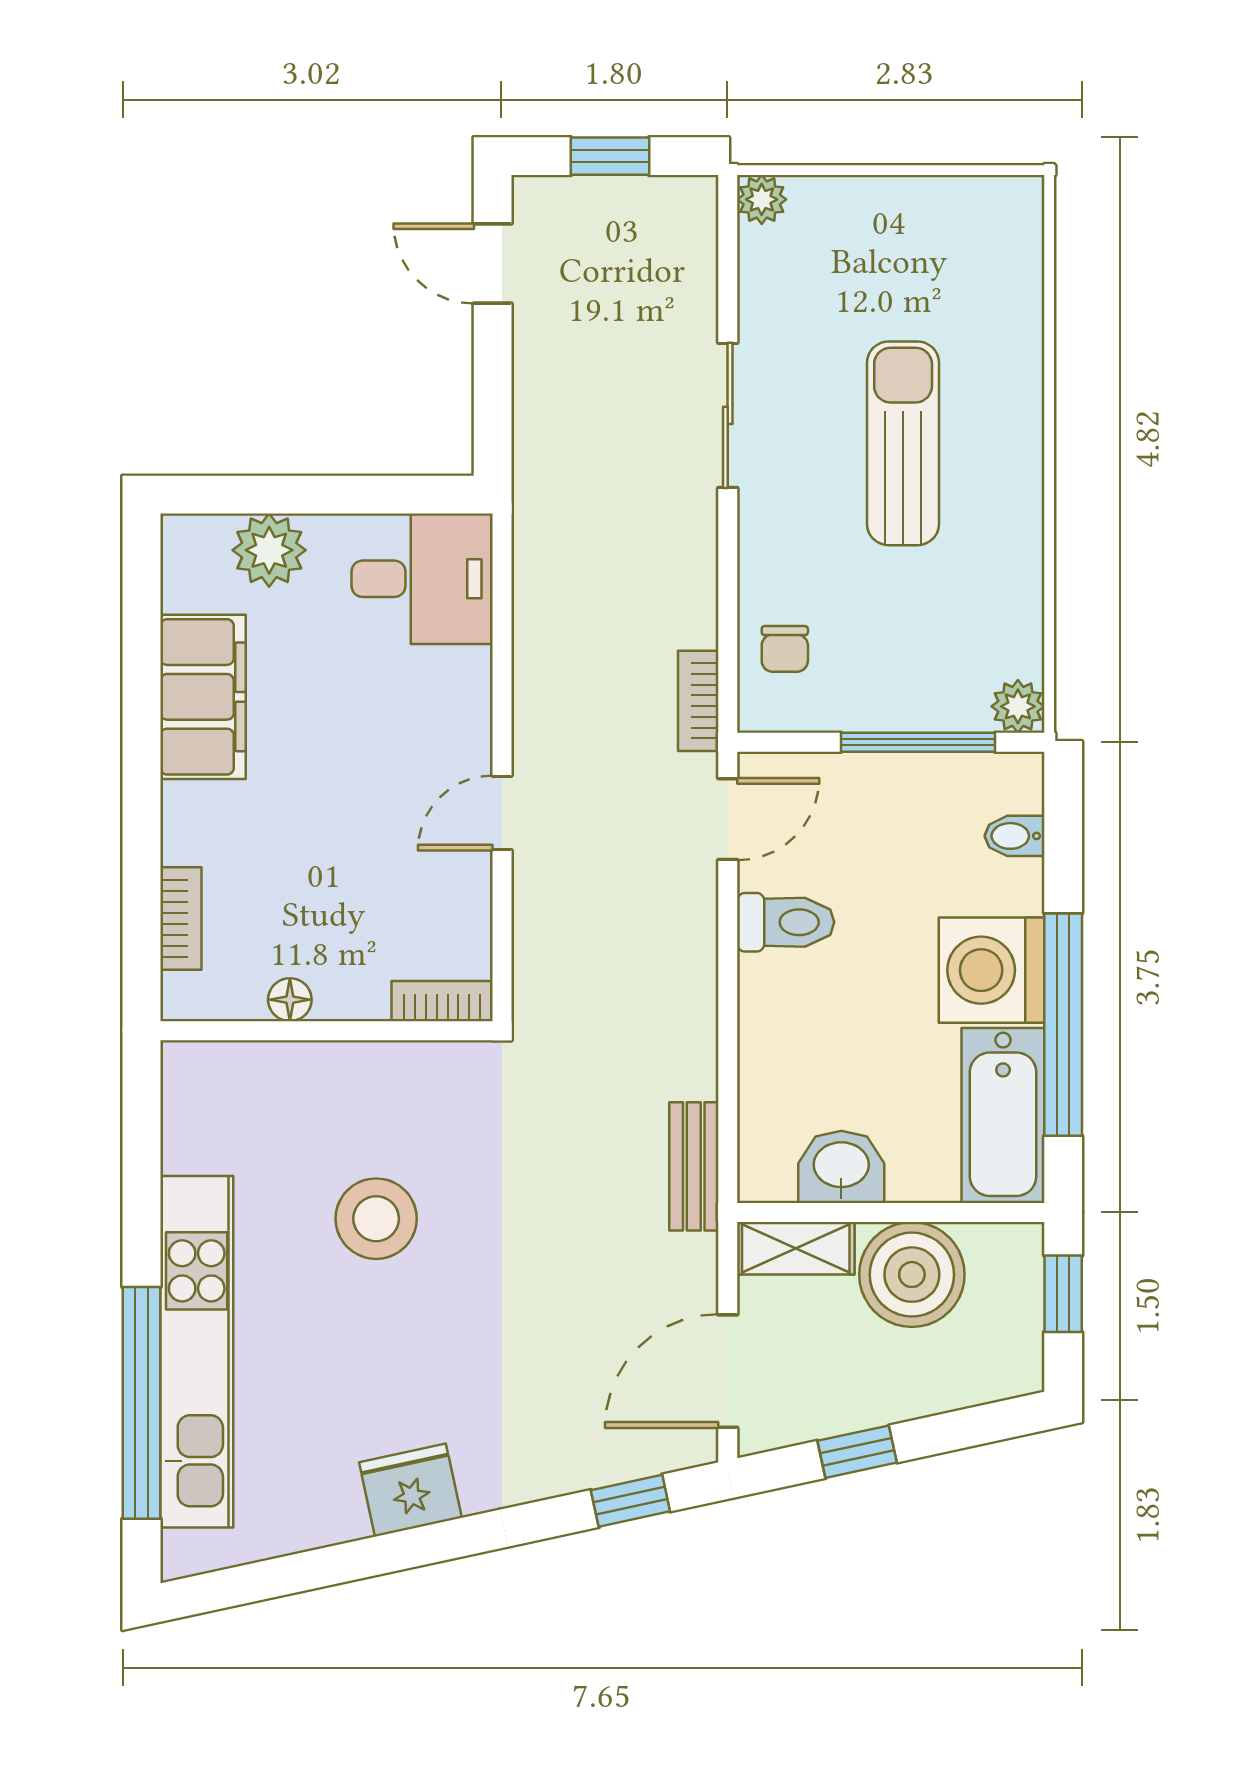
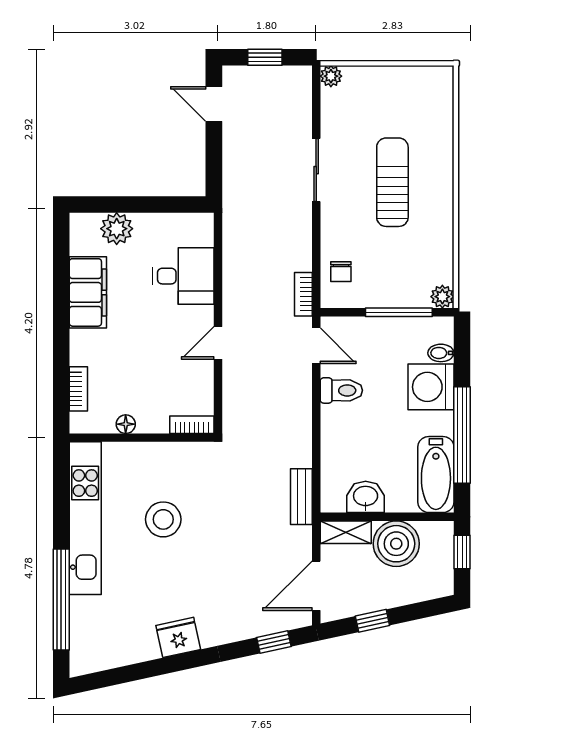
desk: (422, 579) -> (183, 276), moved
door: (728, 819) -> (316, 346), hinge flipped
washing machine: (992, 970) -> (431, 387), moved
kitchen unit: (197, 1352) -> (85, 518), moved

